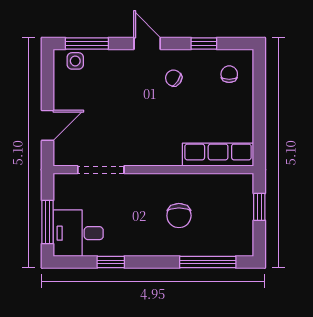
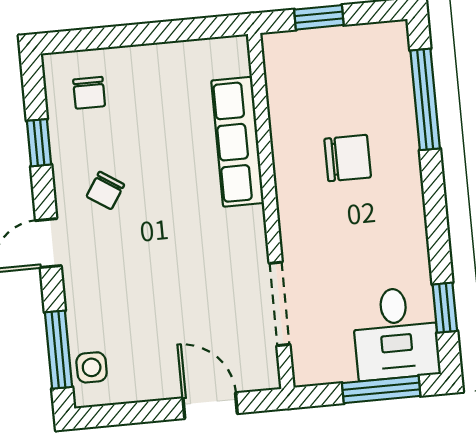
chair: (229, 74) -> (89, 93), turned -90
row of seats: (218, 155) -> (238, 142), moved
window: (111, 262) -> (445, 308), moved

